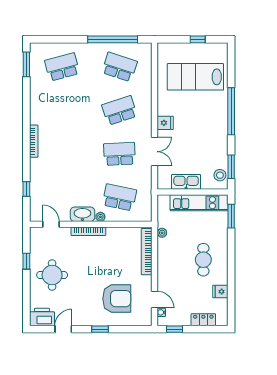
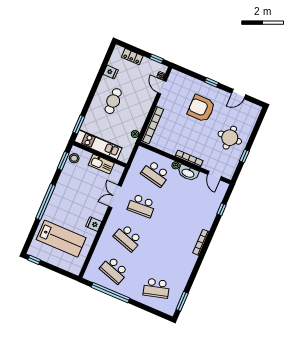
window: (198, 39) -> (34, 260), moved
school desk: (120, 110) -> (128, 238), turned 36
fridge: (165, 123) -> (94, 224), moved
armchair: (117, 299) -> (201, 108), moved
printer: (42, 317) -> (251, 110), removed

